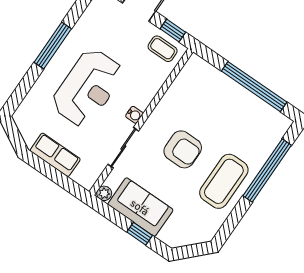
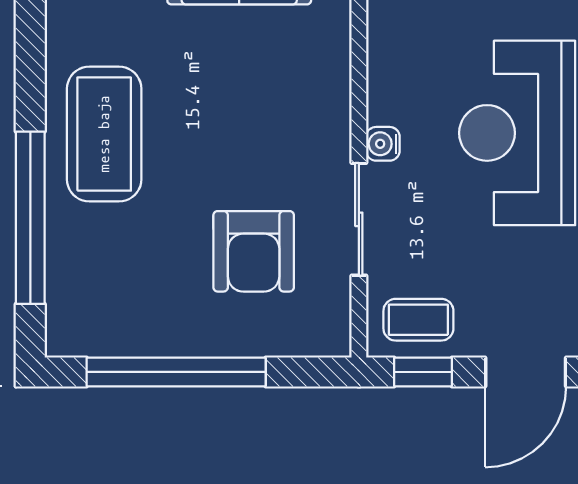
sliding door: (123, 148) -> (359, 219), moved
armchair: (183, 149) -> (254, 251), moved, turned -90

